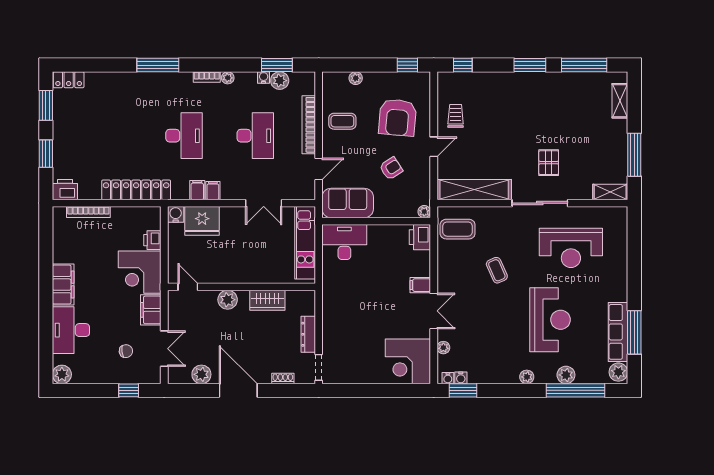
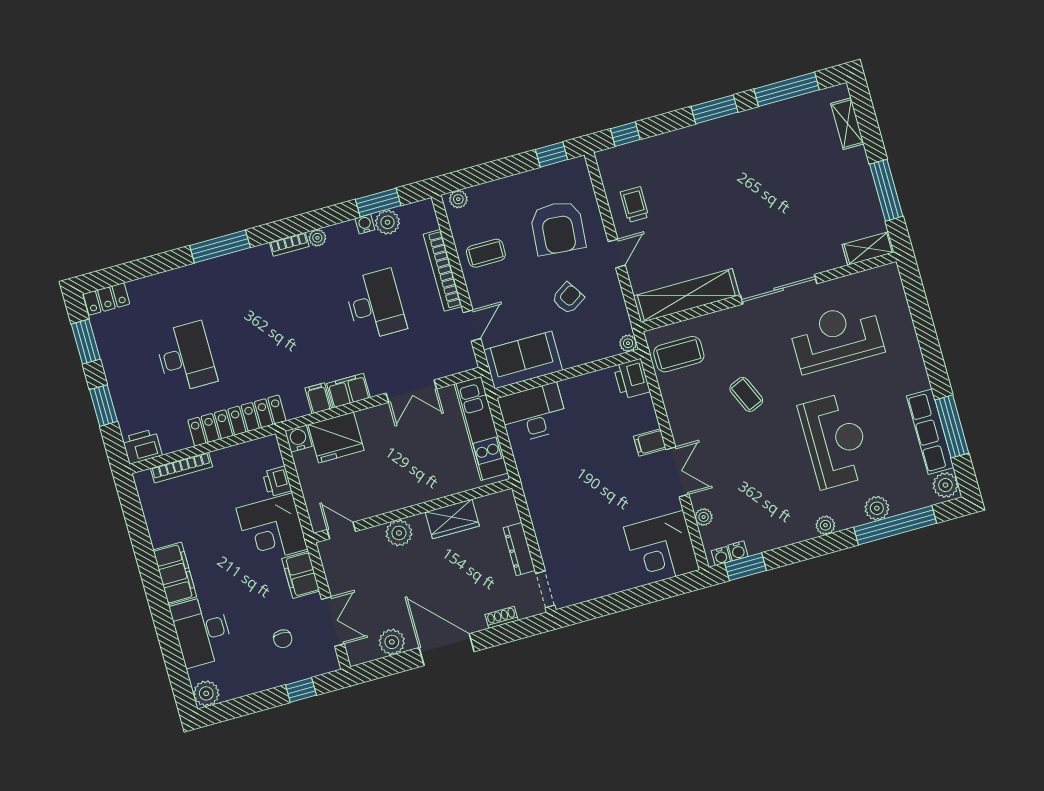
plant: (356, 78) -> (458, 199), moved
desk: (184, 136) -> (186, 357), moved
pallet: (549, 163) -> (775, 232), removed
filing cabinet: (213, 191) -> (348, 391), width x2.00
reception desk: (571, 248) -> (837, 337), turned 180
chair: (126, 351) -> (283, 639), turned 98

